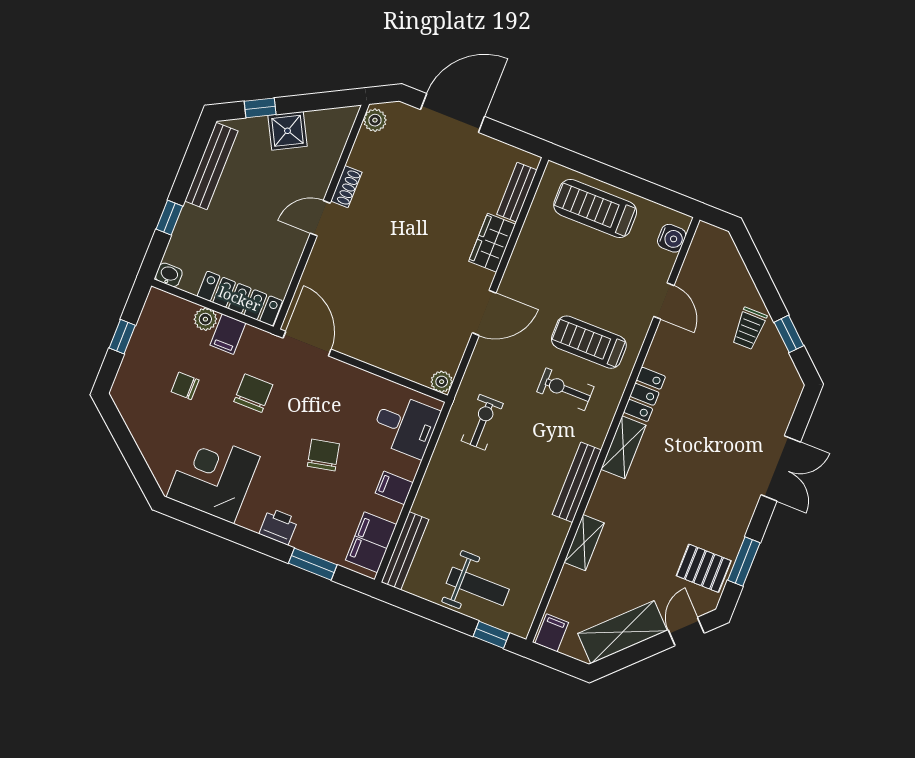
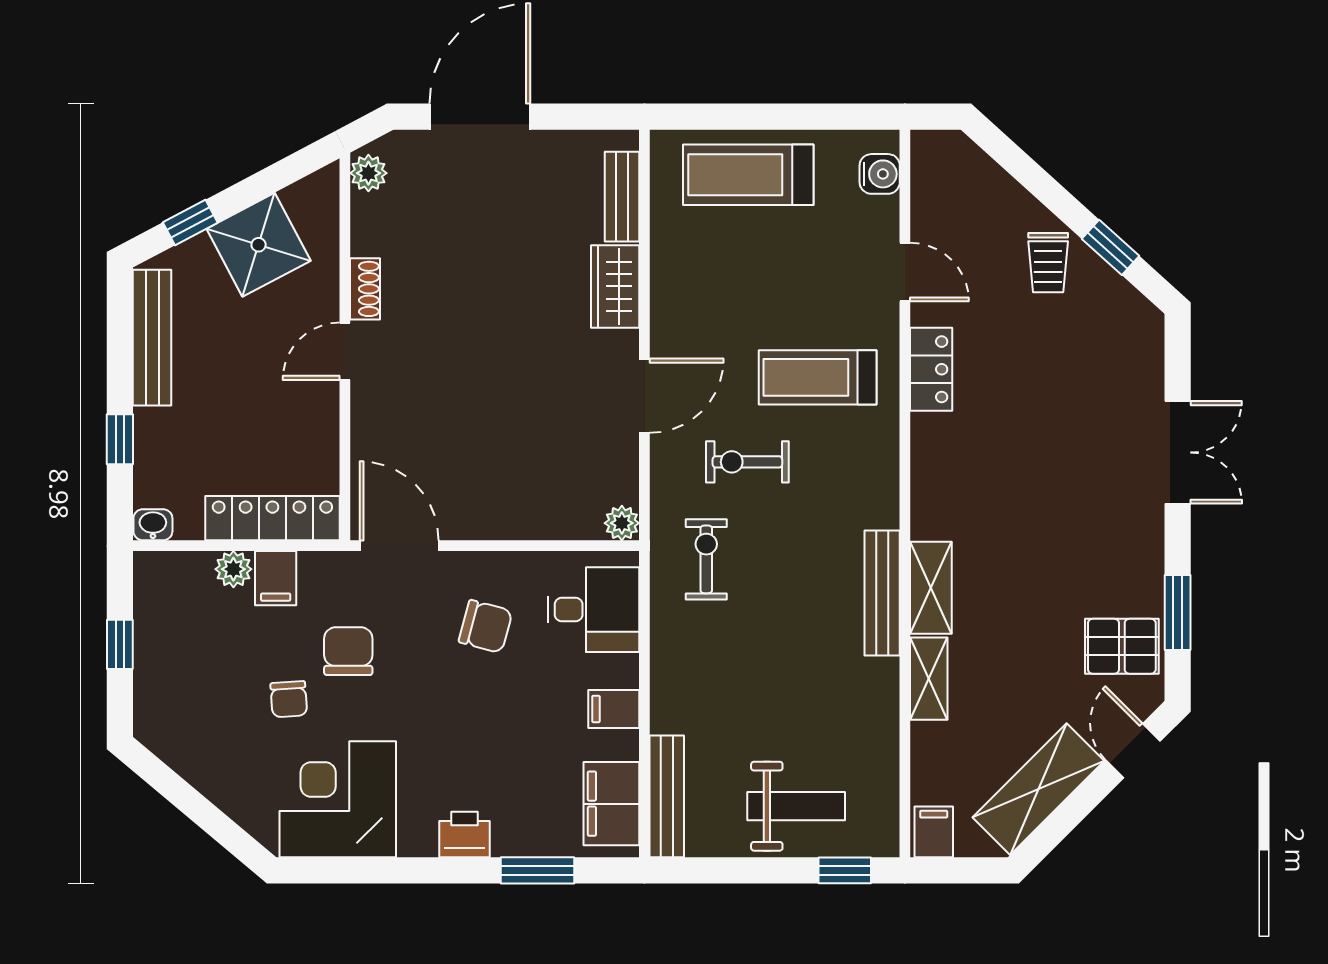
shower: (288, 131) -> (259, 245), width x1.36, depth x1.36
chair: (185, 386) -> (289, 699), moved, turned -94
exercise bike: (565, 389) -> (747, 462), moved
locker: (644, 394) -> (931, 369), moved
shelving: (623, 447) -> (931, 588), moved
chair: (323, 455) -> (486, 626), moved, turned 117

